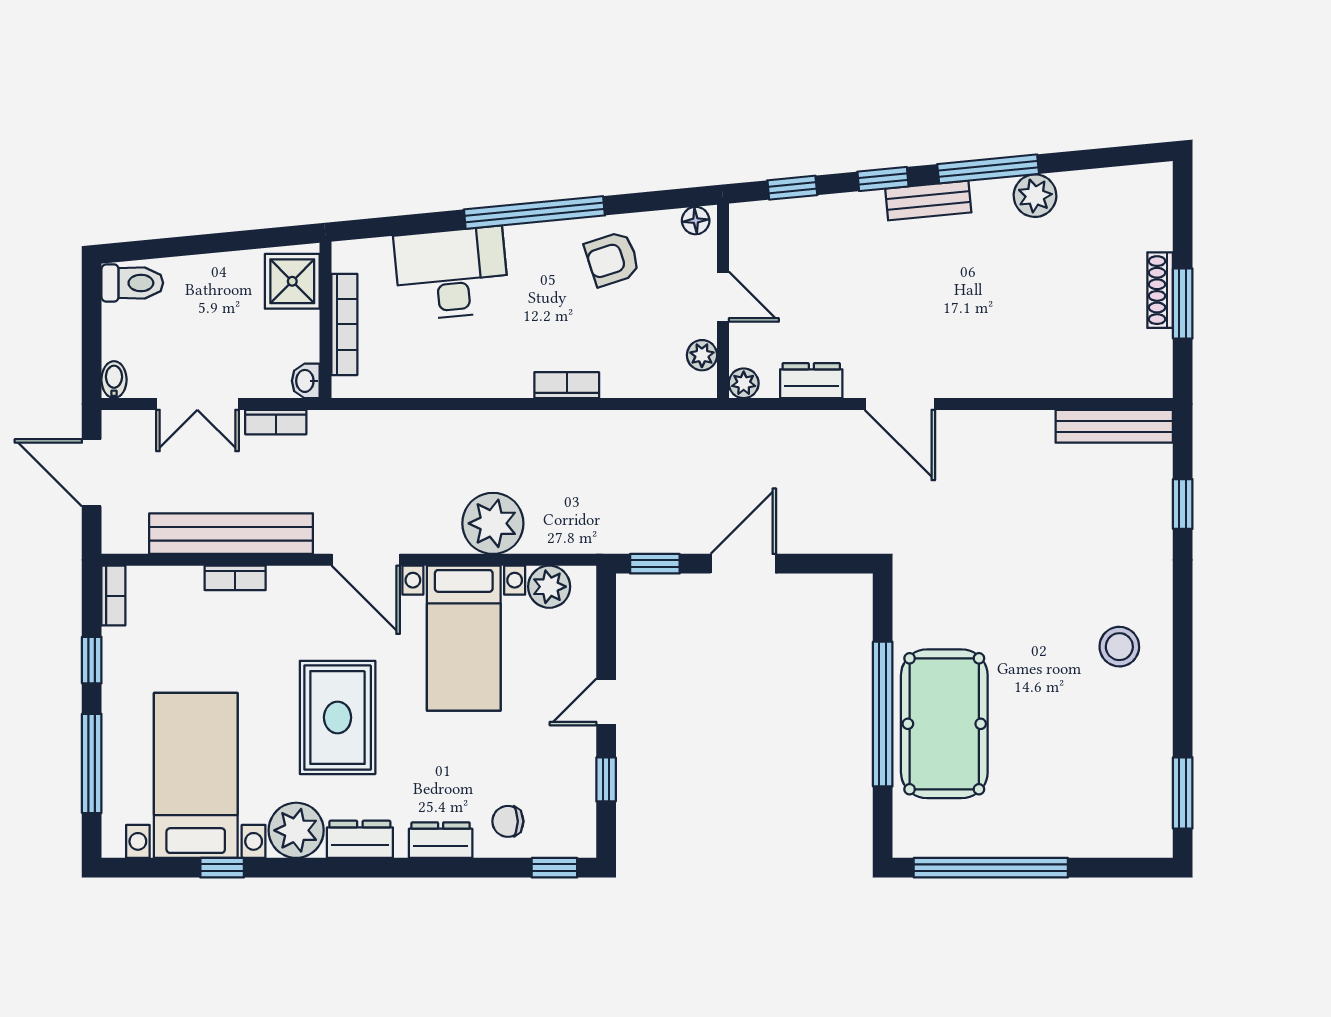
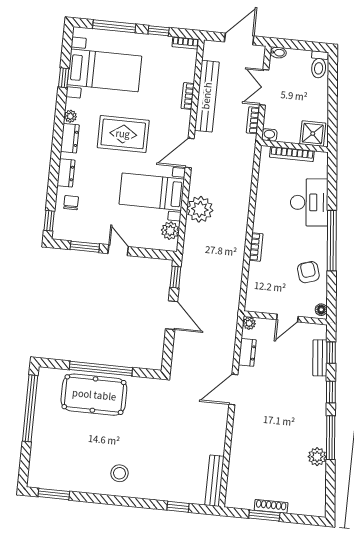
bench: (928, 201) -> (320, 358), moved
plant: (702, 355) -> (263, 306), removed
window: (606, 779) -> (85, 247), width x1.50
plant: (296, 830) -> (70, 116), width x0.53, depth x0.53

